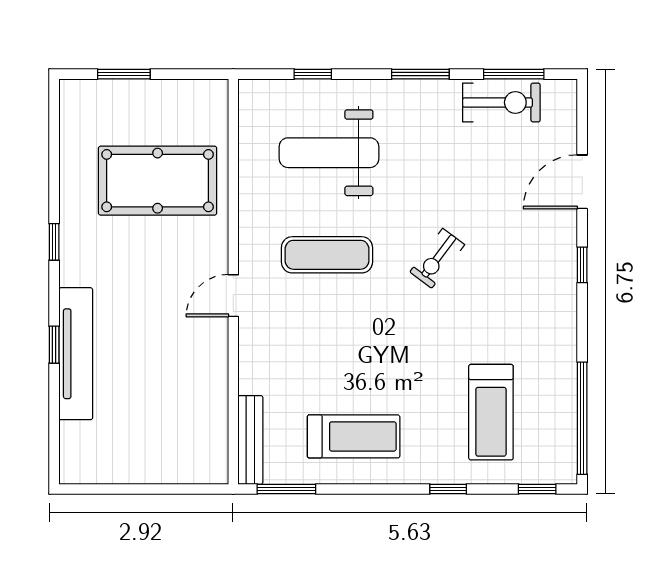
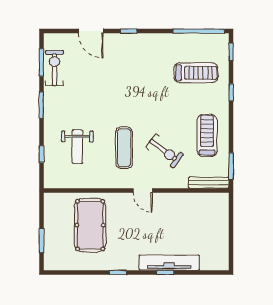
weight bench: (329, 153) -> (77, 147), width x0.73, depth x0.75
exercise bike: (437, 258) -> (164, 151), moved, width x1.38, depth x1.39

